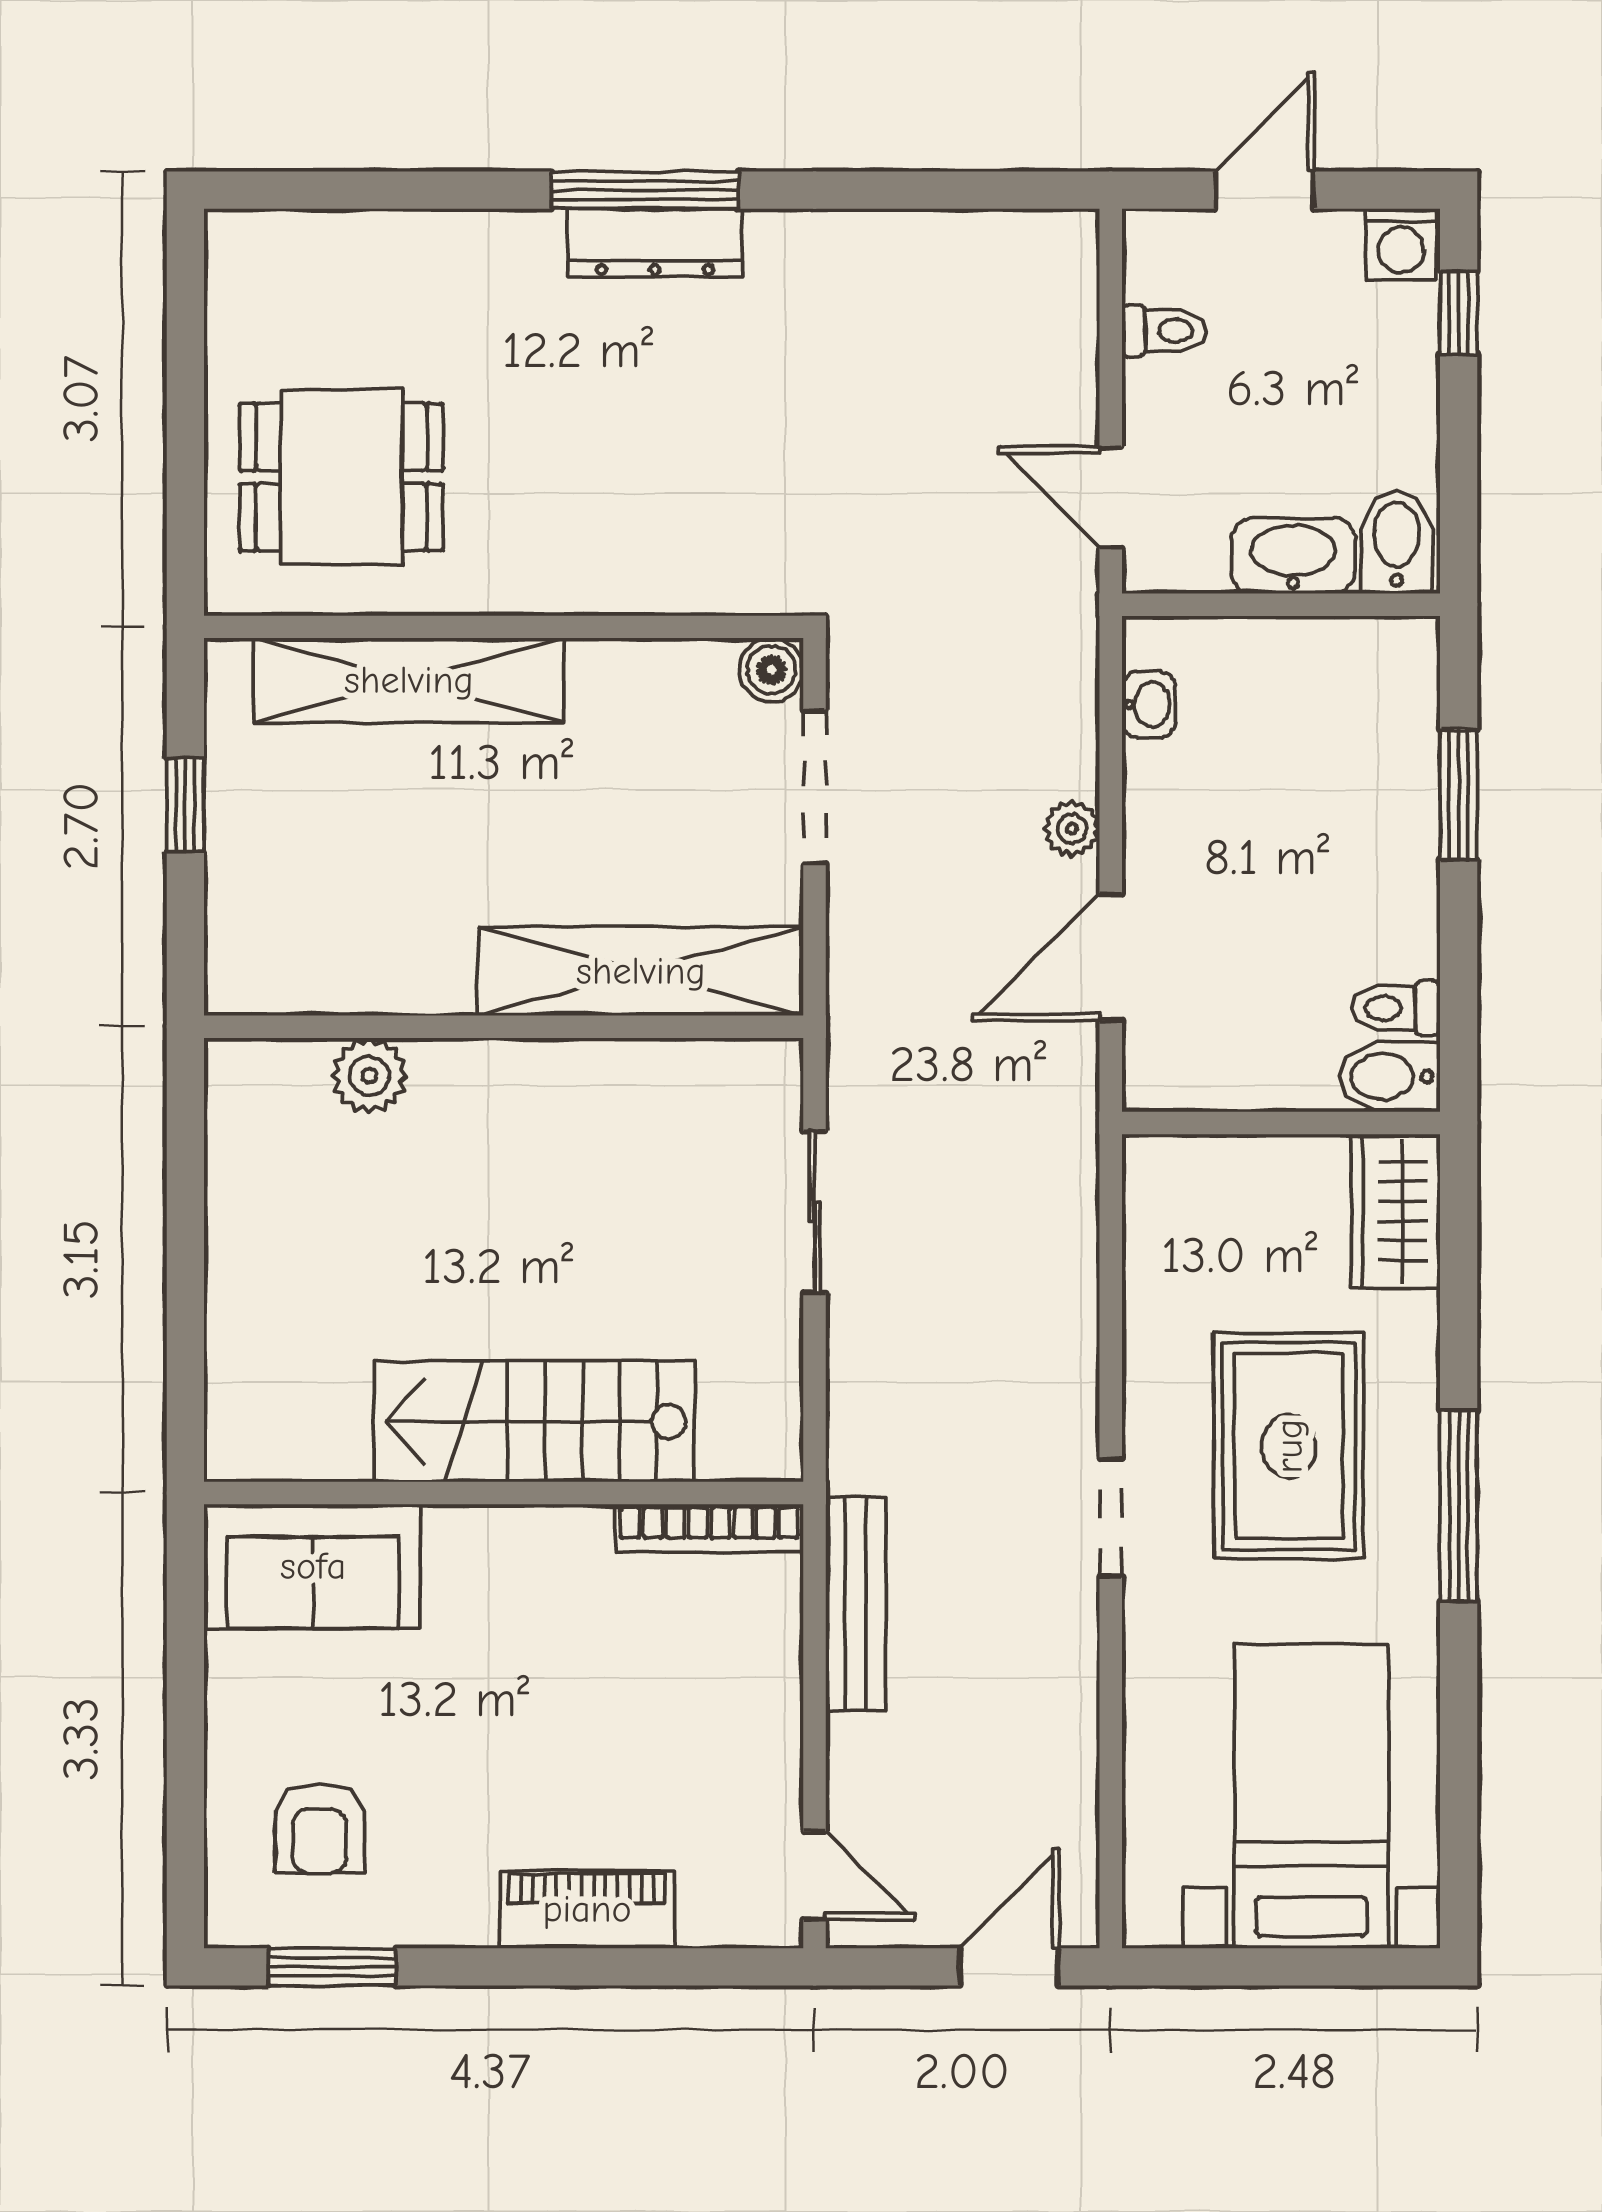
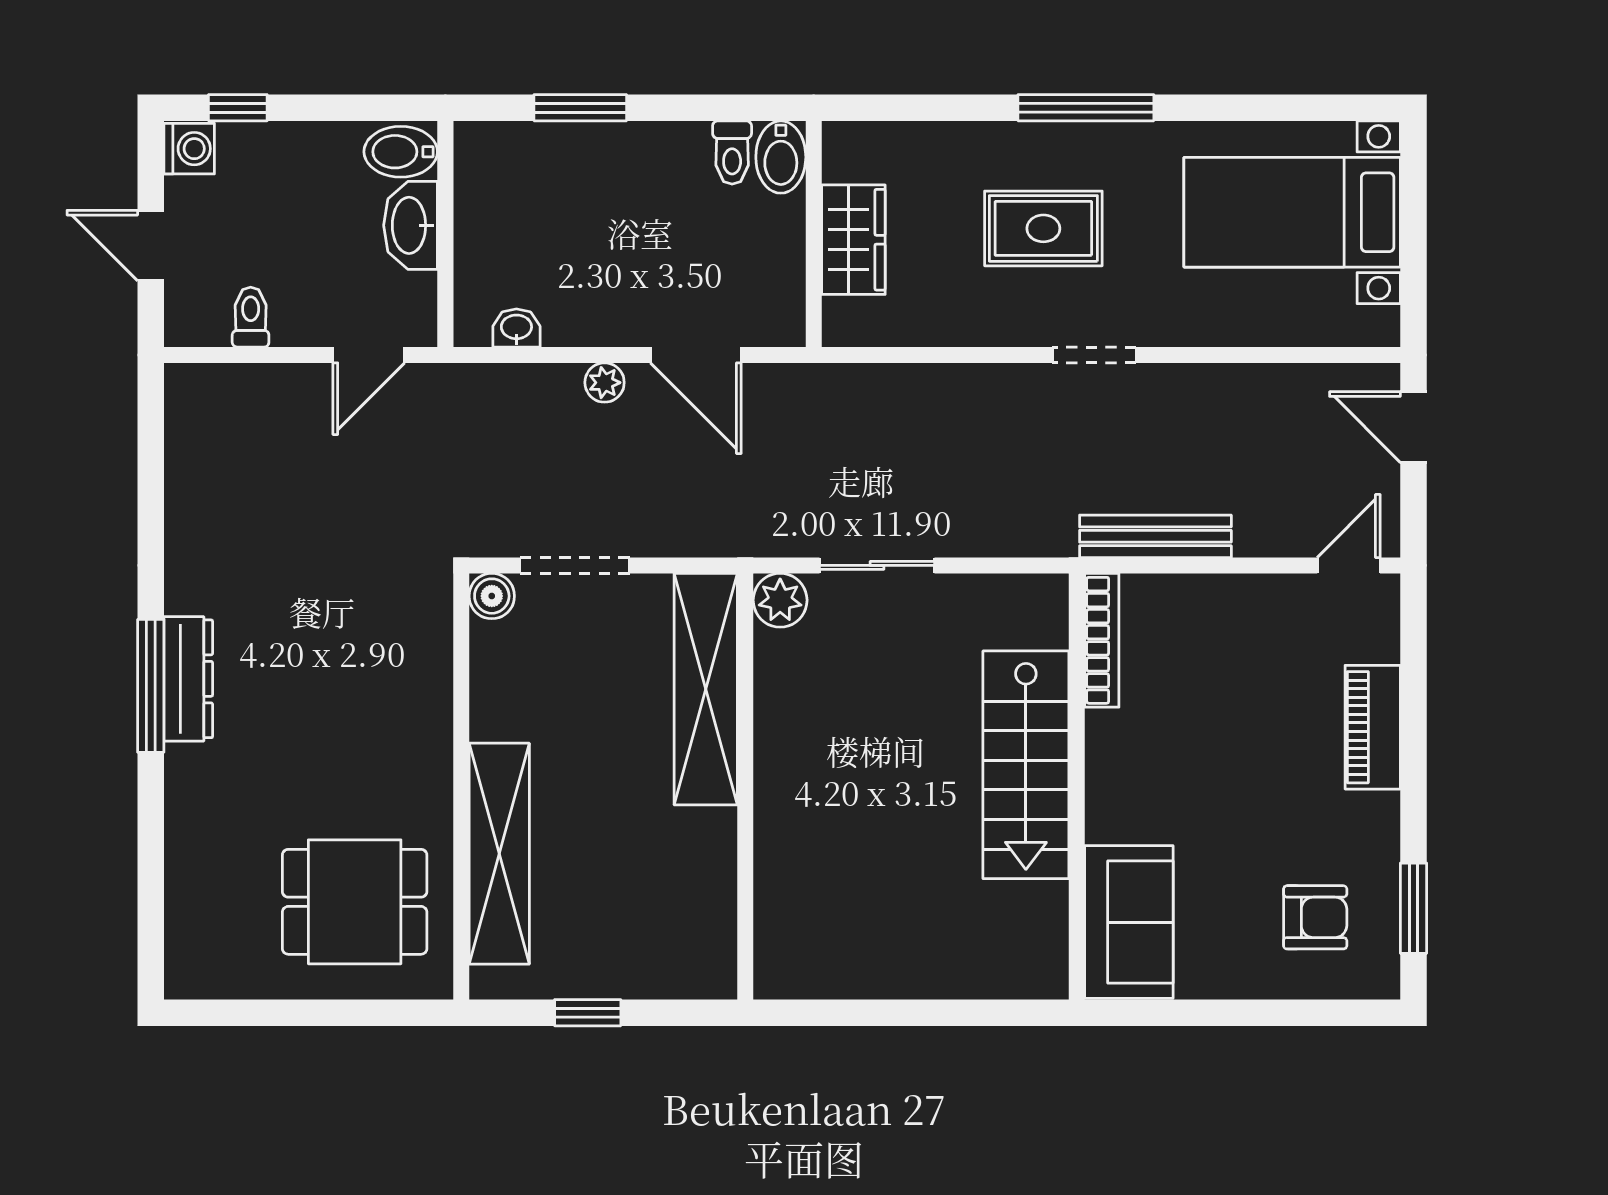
dining table: (341, 477) -> (355, 902), turned 90
plant: (369, 1076) -> (780, 600), moved
wardrobe: (1395, 1211) -> (853, 240), moved, turned -90
rug: (1289, 1446) -> (1043, 228), width x0.73, depth x0.70

